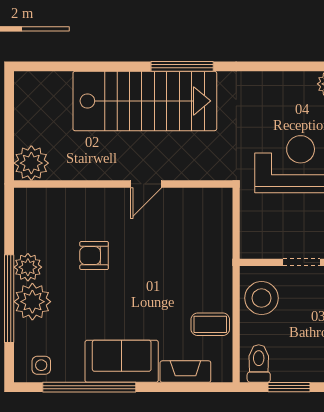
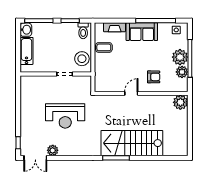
plant: (31, 163) -> (180, 102), moved
wall: (123, 184) -> (141, 93), moved
door: (146, 184) -> (131, 93), moved

